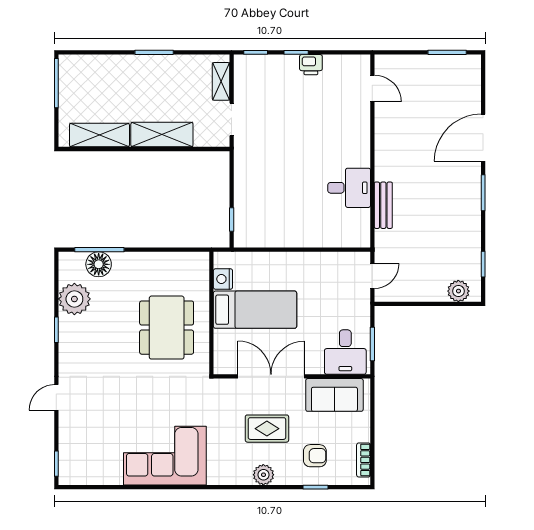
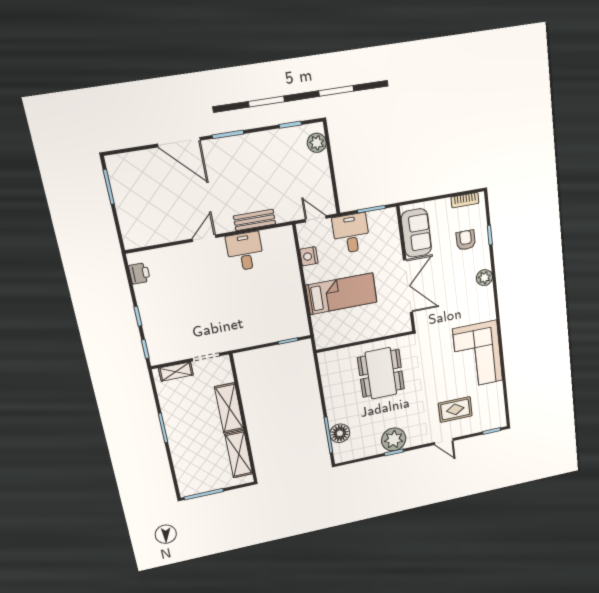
printer: (311, 65) -> (139, 273), moved
door: (372, 89) -> (204, 238), moved
nightstand: (223, 279) -> (309, 256), moved, turned 90
plant: (74, 299) -> (394, 439), moved
bed: (255, 310) -> (342, 294), moved, turned 90
dining table: (167, 328) -> (381, 373), turned 90
desk: (345, 352) -> (351, 233), moved, turned -90
double door: (271, 376) -> (408, 286), swing flipped
rug: (267, 429) -> (455, 409), moved, turned 90

